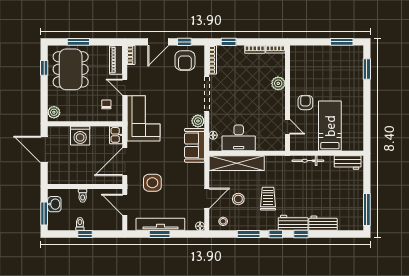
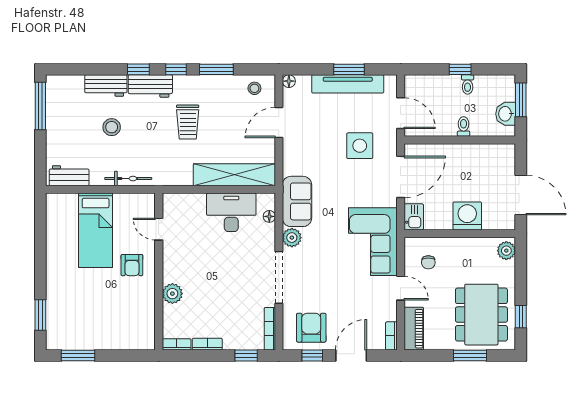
stool: (238, 199) -> (112, 127), moved

